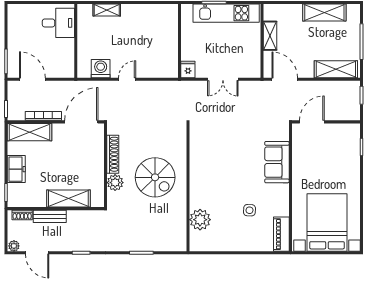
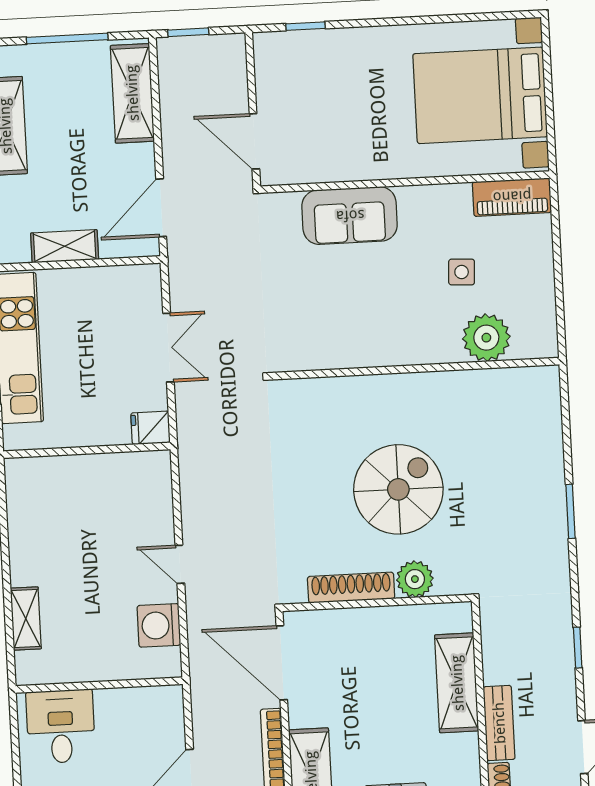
wall: (188, 187) -> (415, 369), moved
plant: (200, 220) -> (486, 338), moved

